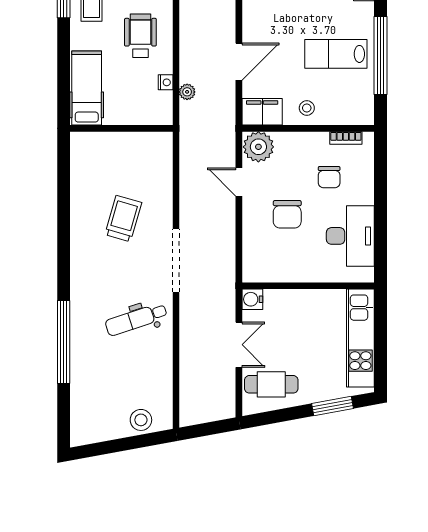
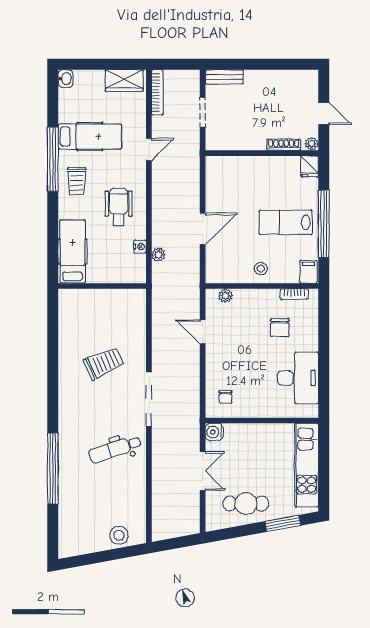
filing cabinet: (262, 112) -> (308, 272), moved, width x0.50
plant: (258, 147) -> (225, 296), width x0.53, depth x0.53
chair: (287, 214) -> (225, 397), moved, width x0.54, depth x0.54
trolley: (123, 219) -> (104, 363), turned 50
cafe table: (271, 384) -> (246, 503), moved

